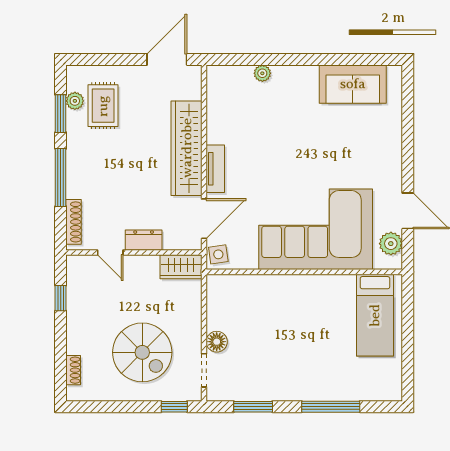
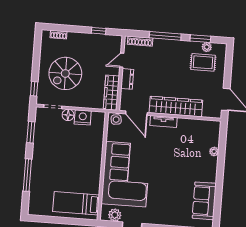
wardrobe: (181, 267) -> (111, 93), width x1.50
nightstand: (219, 315) -> (83, 117), added

